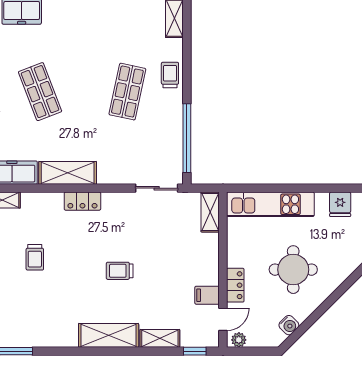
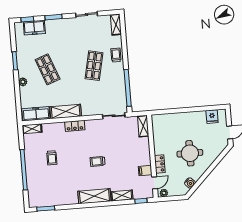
kitchen unit: (270, 204) -> (175, 119), removed

